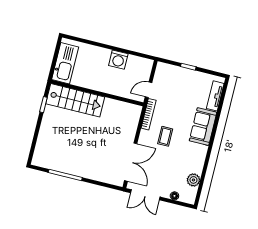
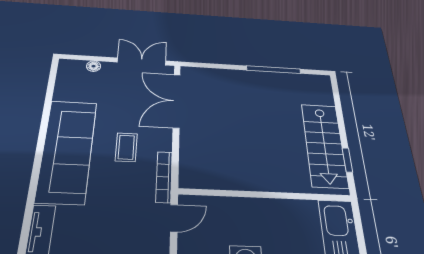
stairs: (75, 100) -> (324, 145), moved, turned -90
sofa: (203, 127) -> (67, 150), width x1.85, depth x1.27
plant: (193, 180) -> (65, 91), removed

